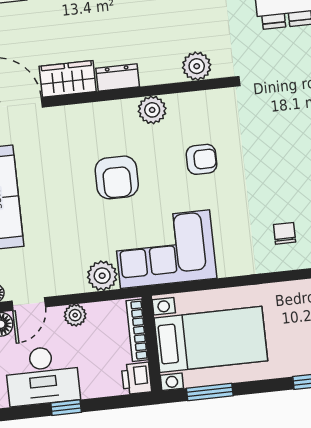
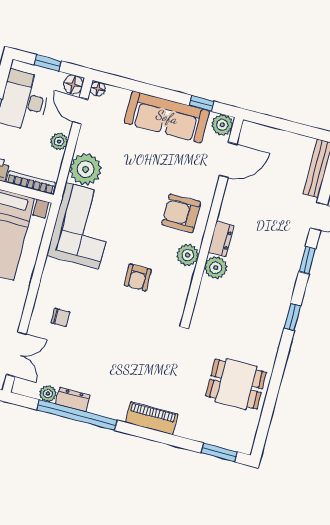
plant: (197, 66) -> (216, 268), moved
wardrobe: (68, 79) -> (234, 202), removed
armchair: (117, 177) -> (181, 213), moved
plant: (102, 276) -> (86, 169), width x1.36, depth x1.36

